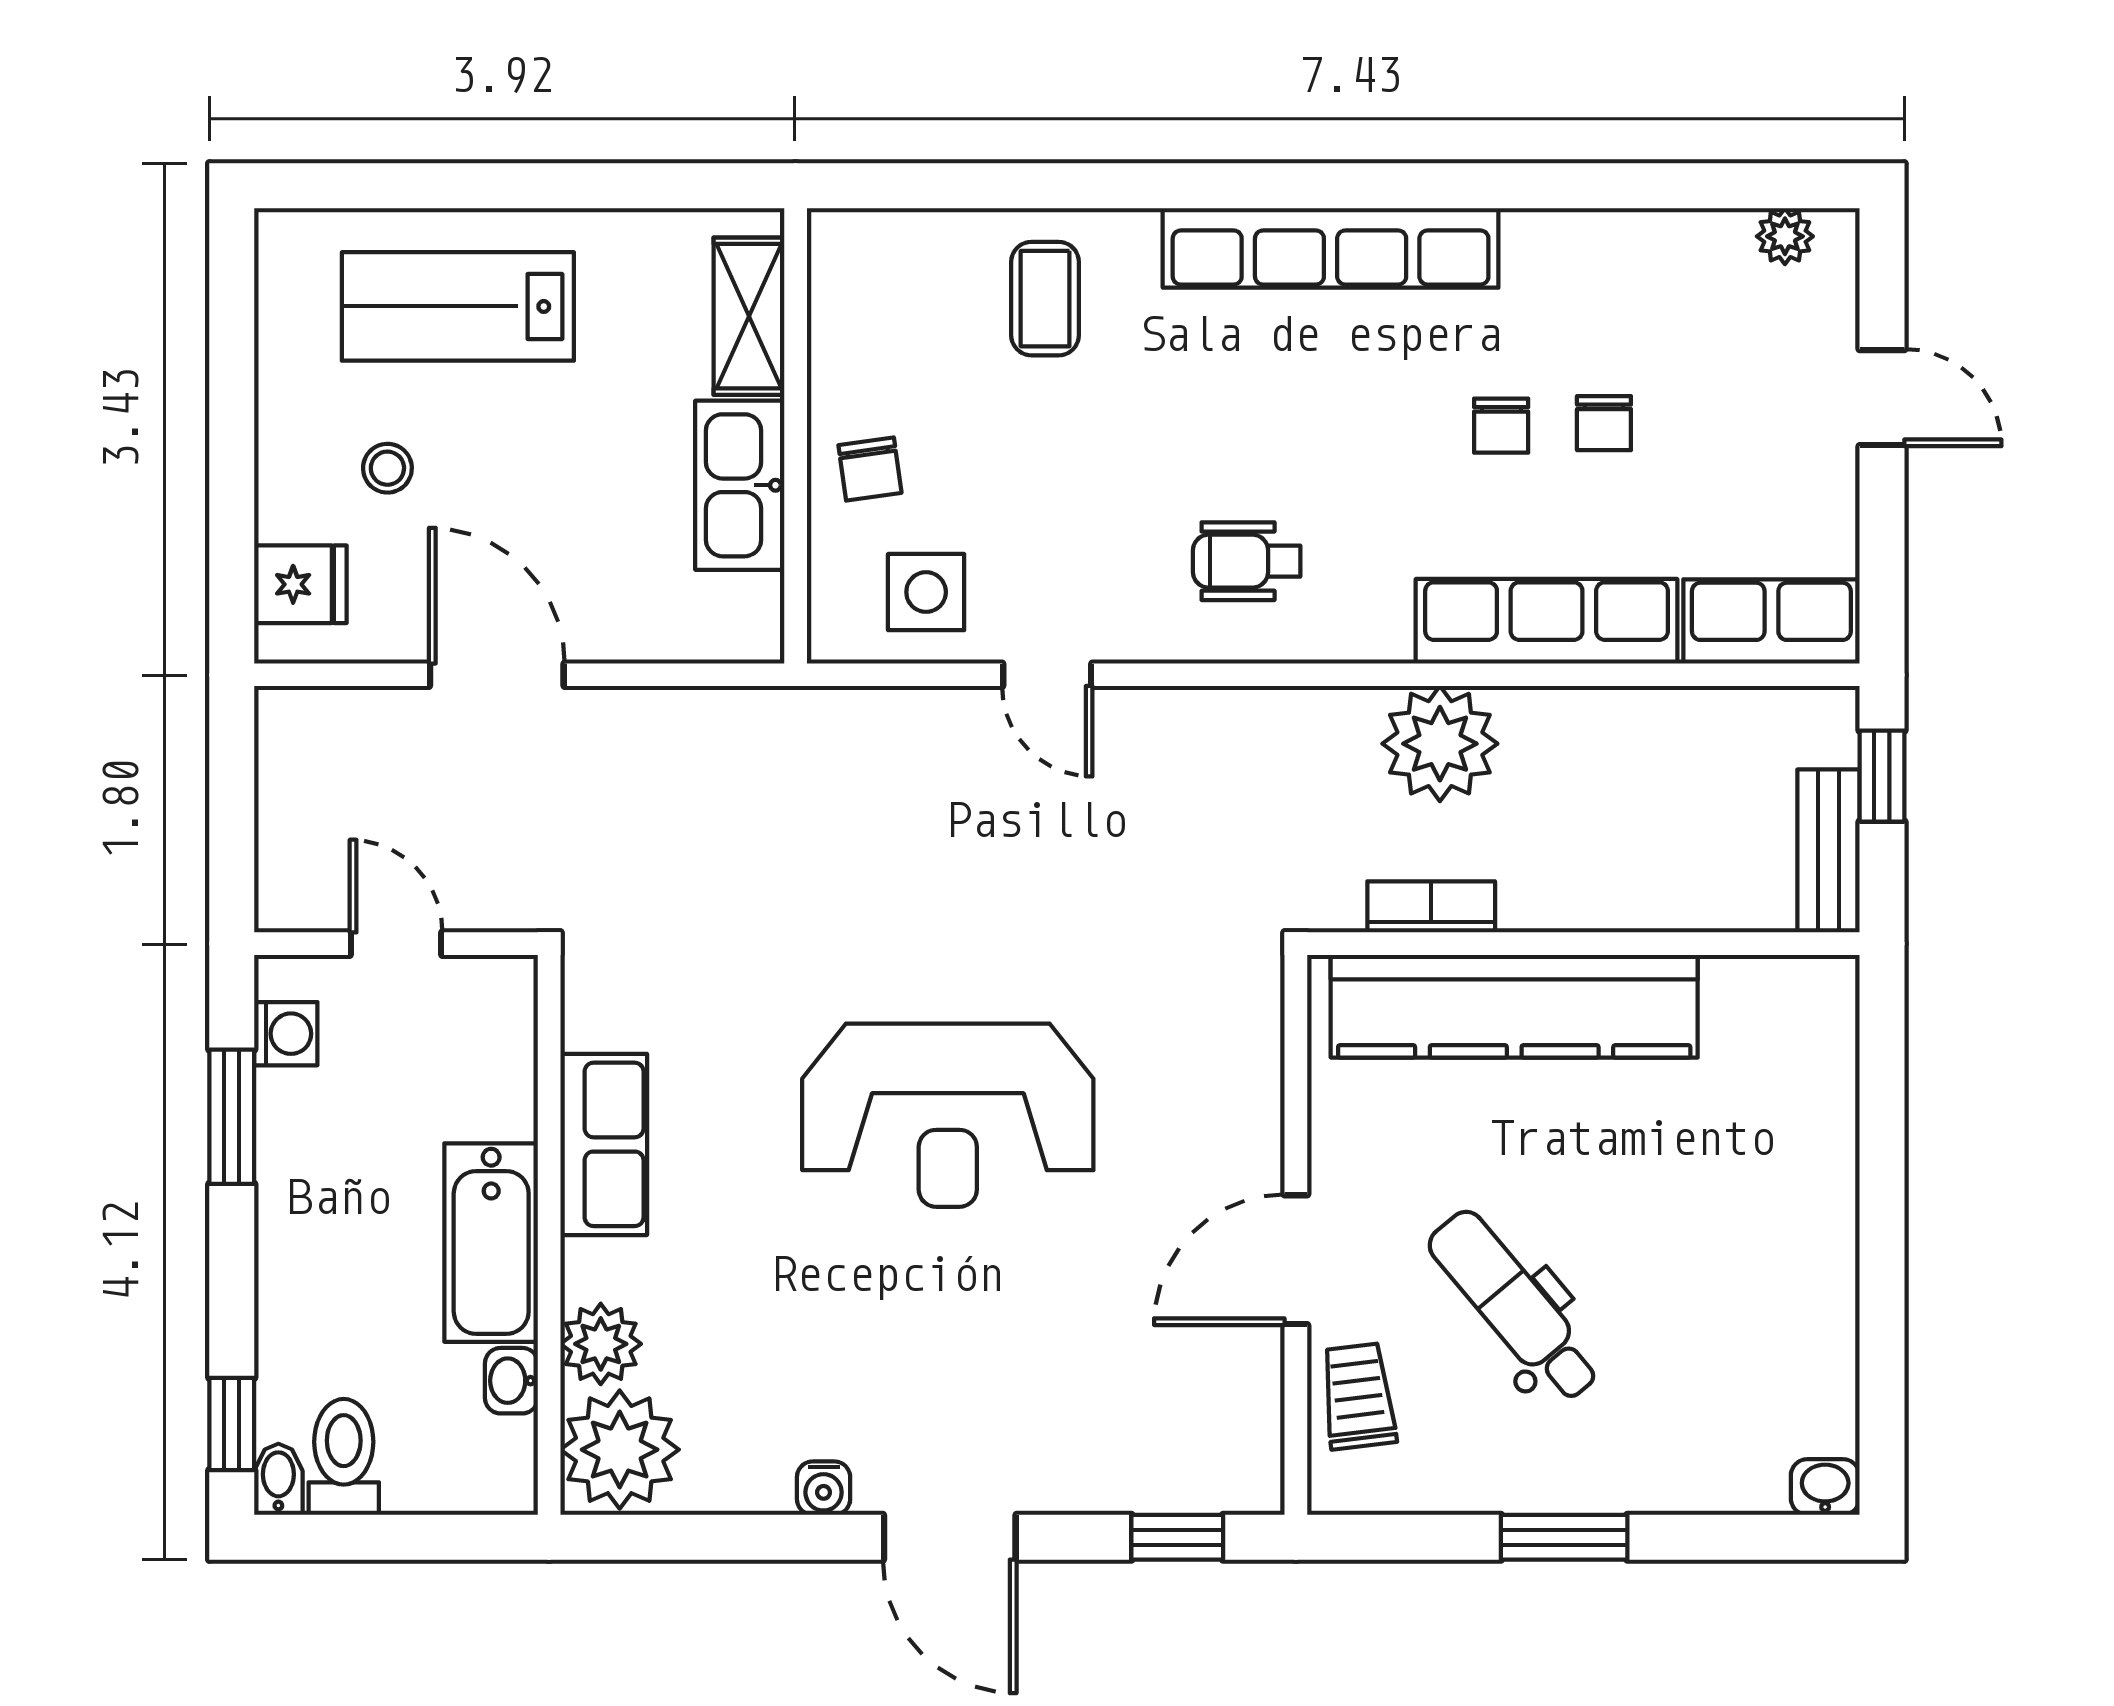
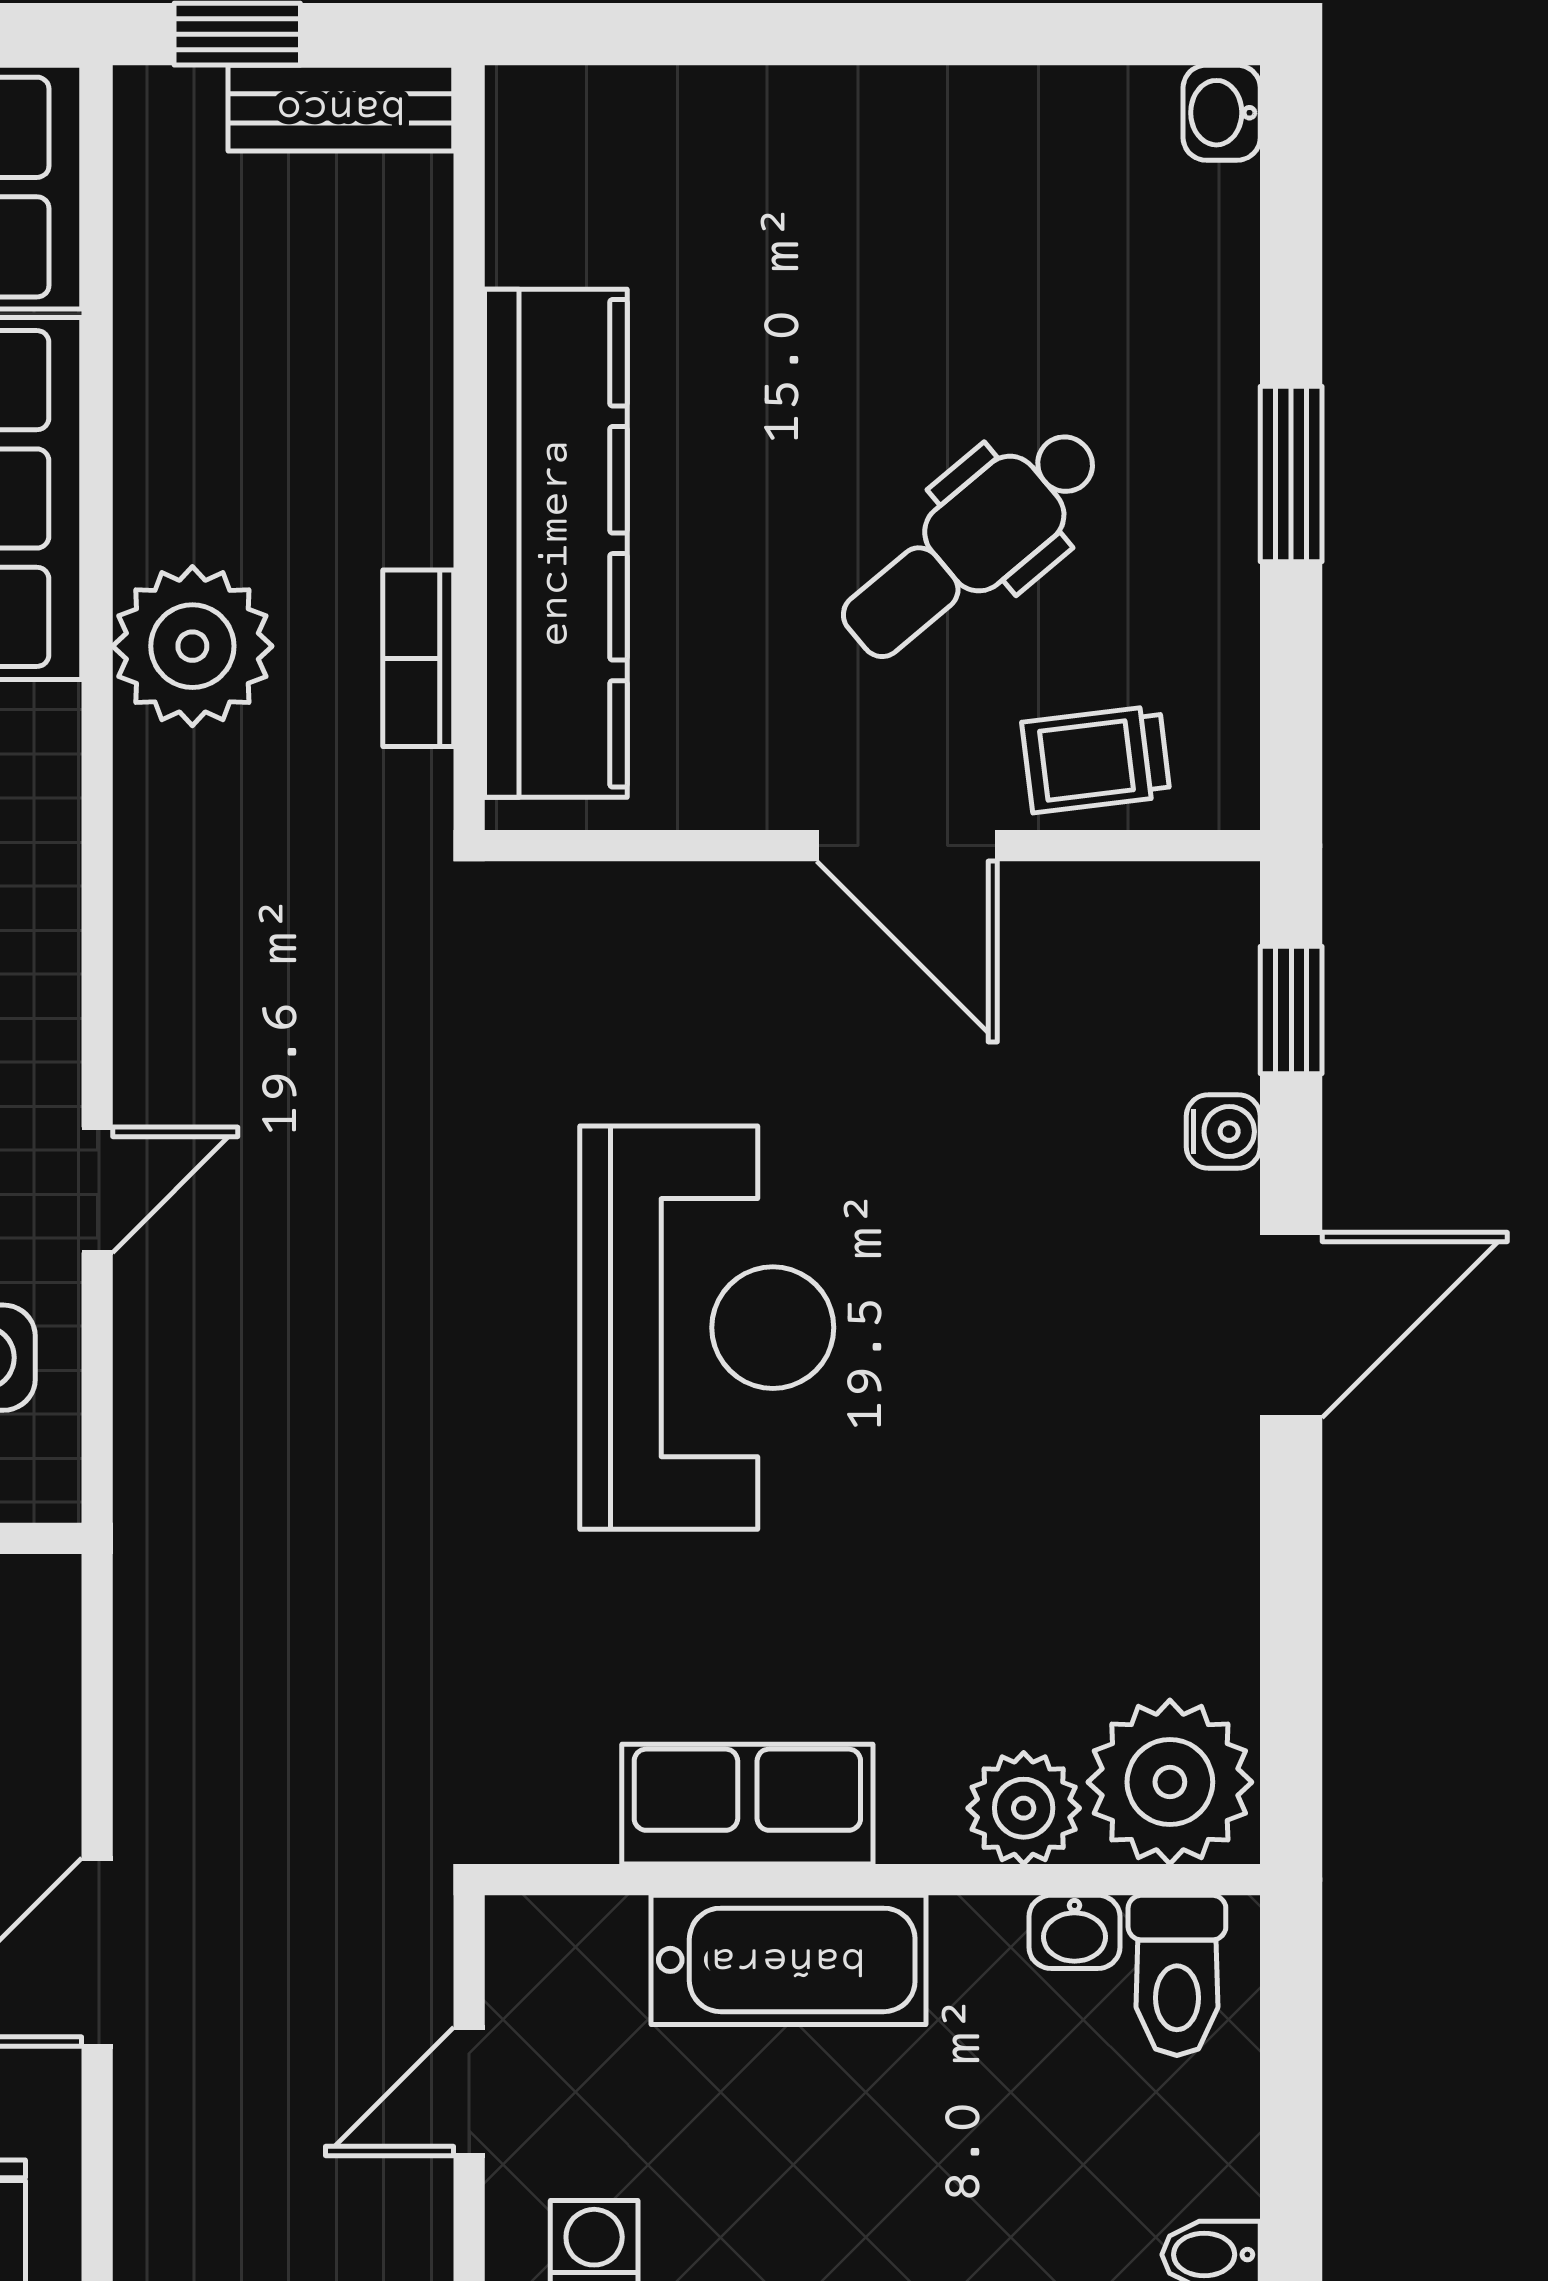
bathtub: (491, 1243) -> (788, 1960), moved
toilet: (344, 1457) -> (1177, 1975), moved, turned -90
water cooler: (824, 1488) -> (1223, 1132), moved

